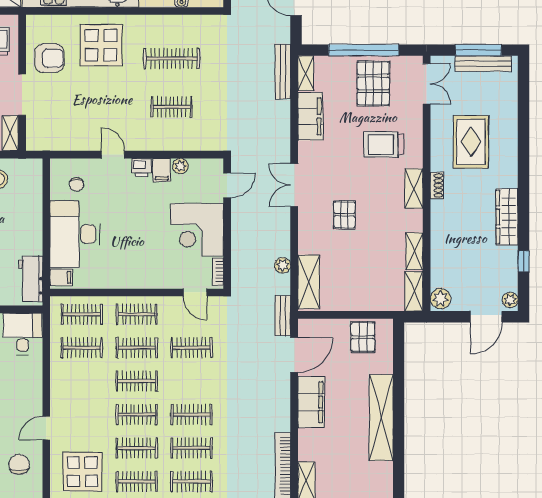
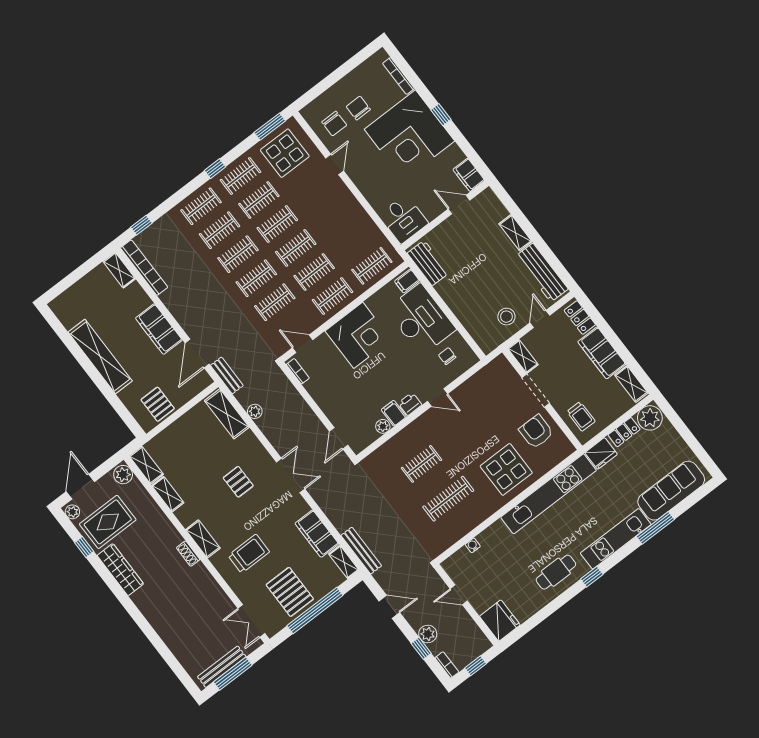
armchair: (49, 58) -> (536, 432), turned 90
rug: (471, 142) -> (108, 522), moved, turned 90
corner desk: (197, 230) -> (358, 335), moved, turned 90
clothes rail: (82, 348) -> (256, 278), moved

